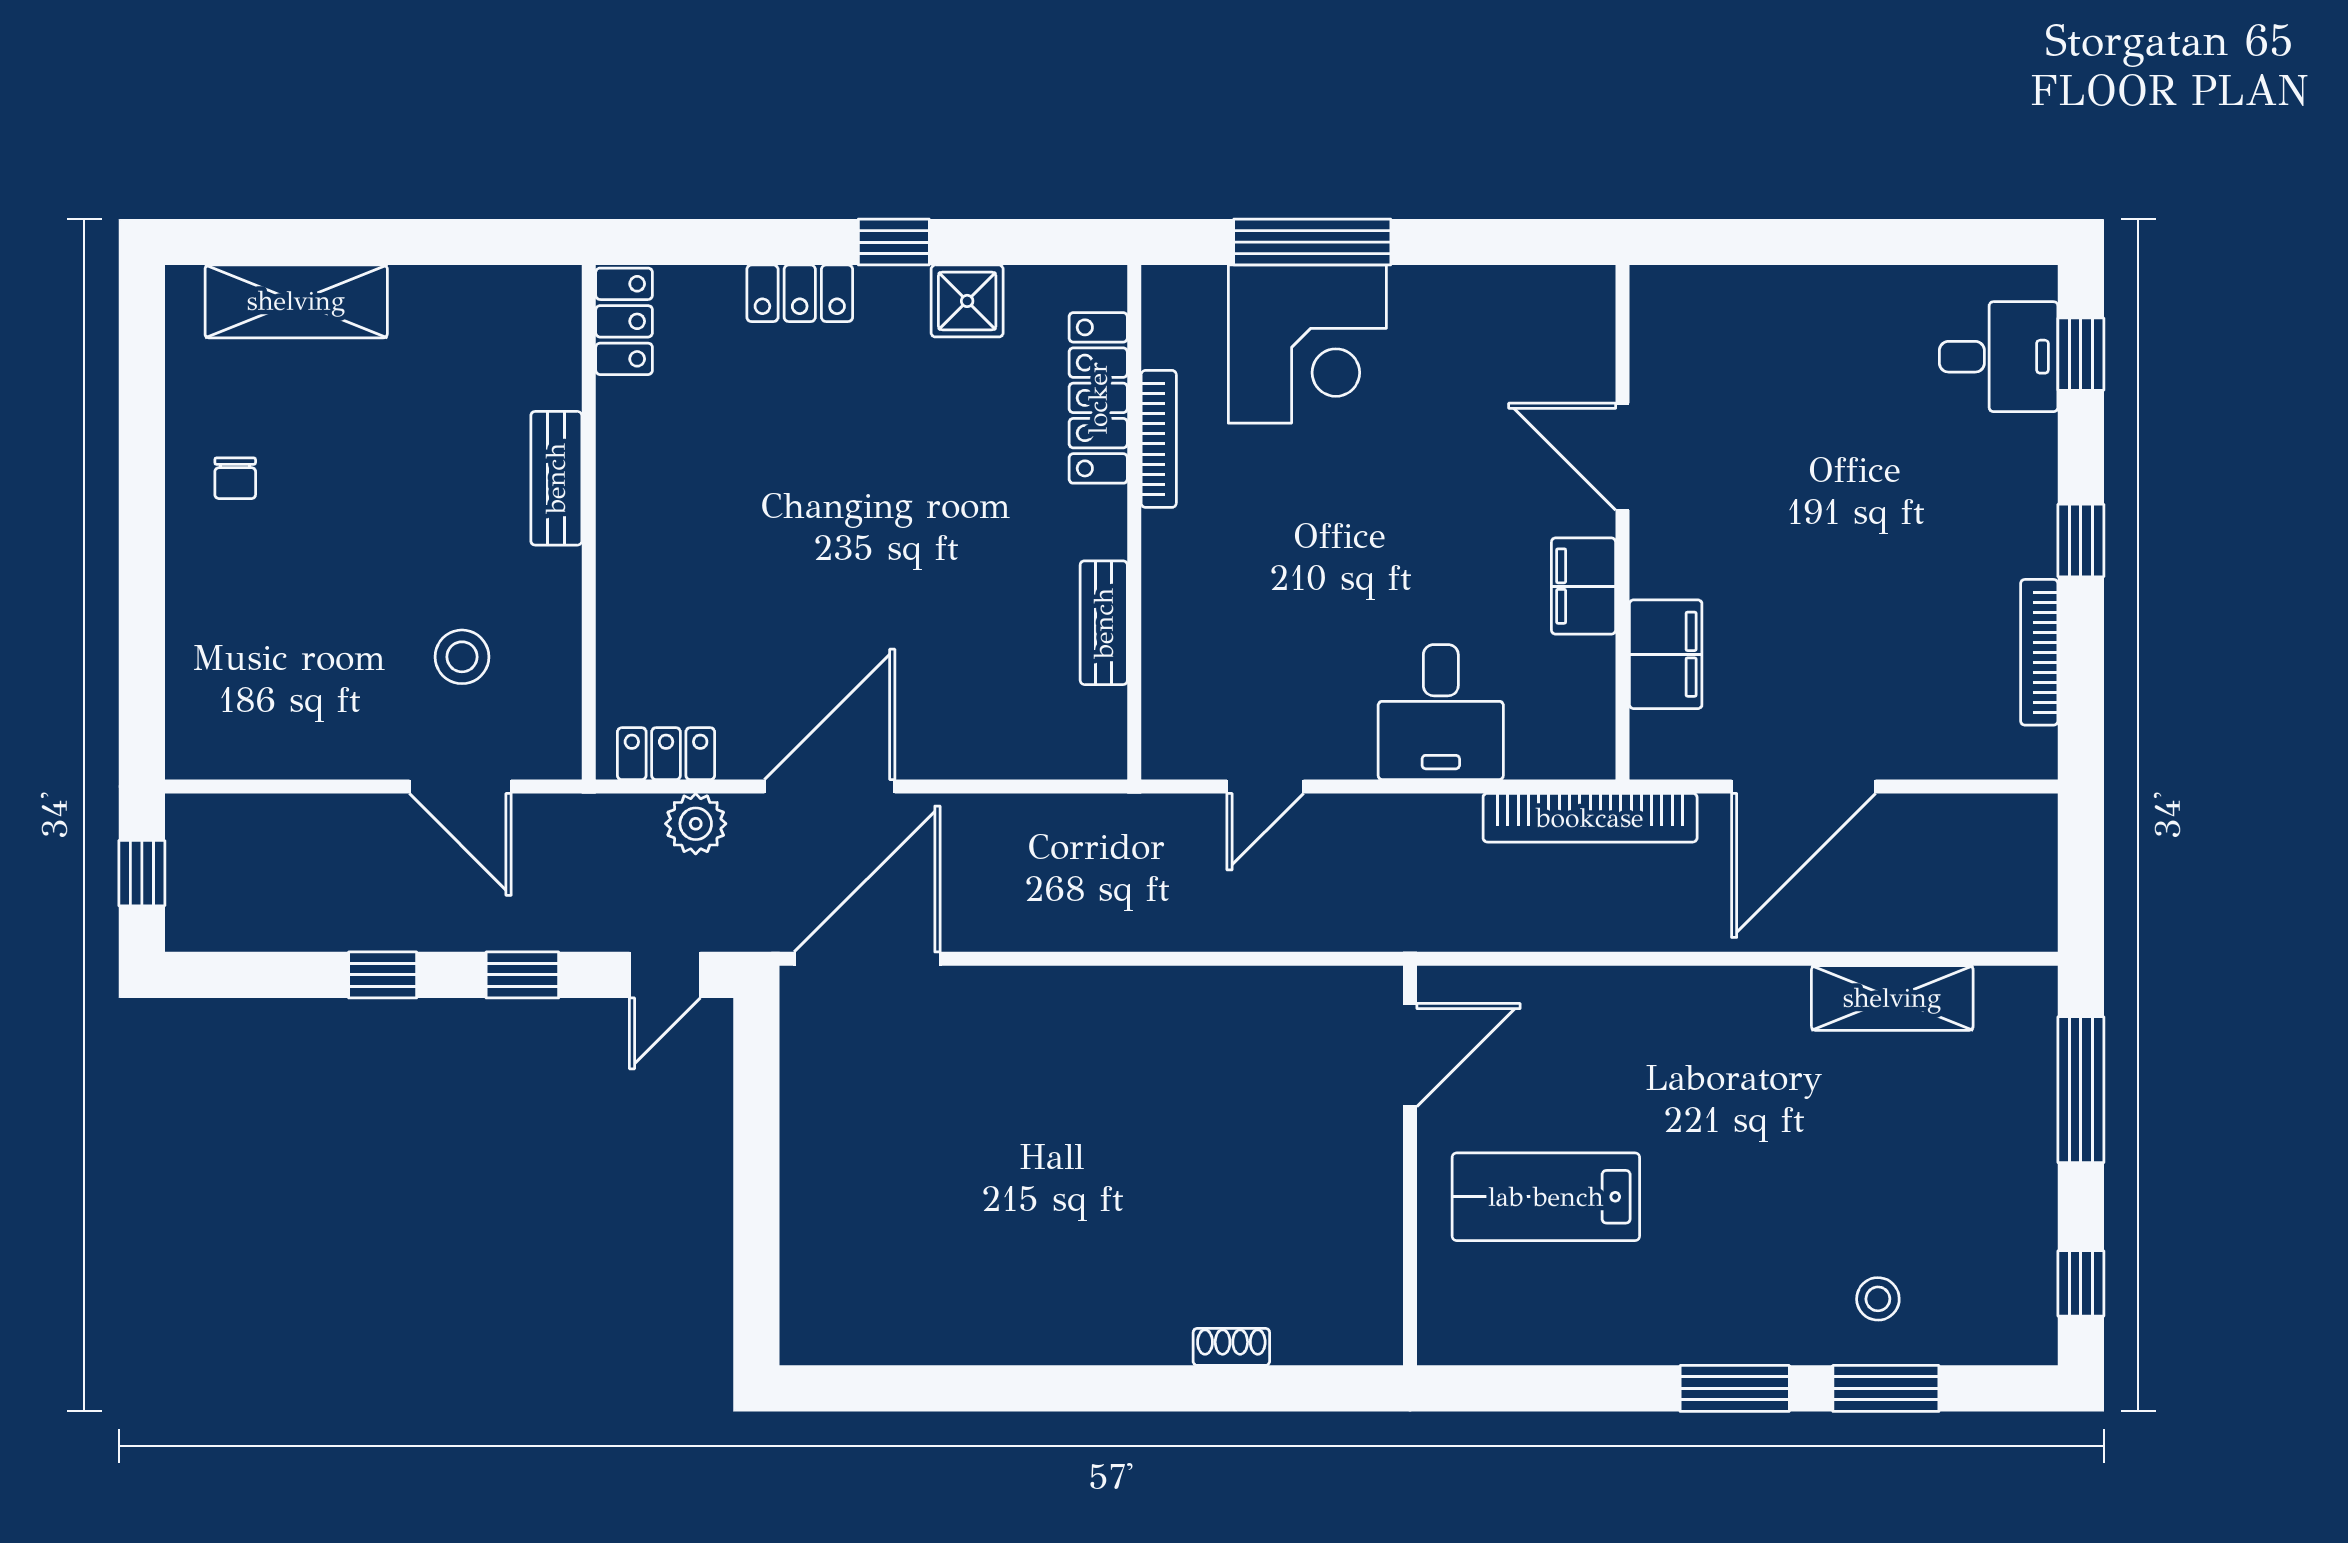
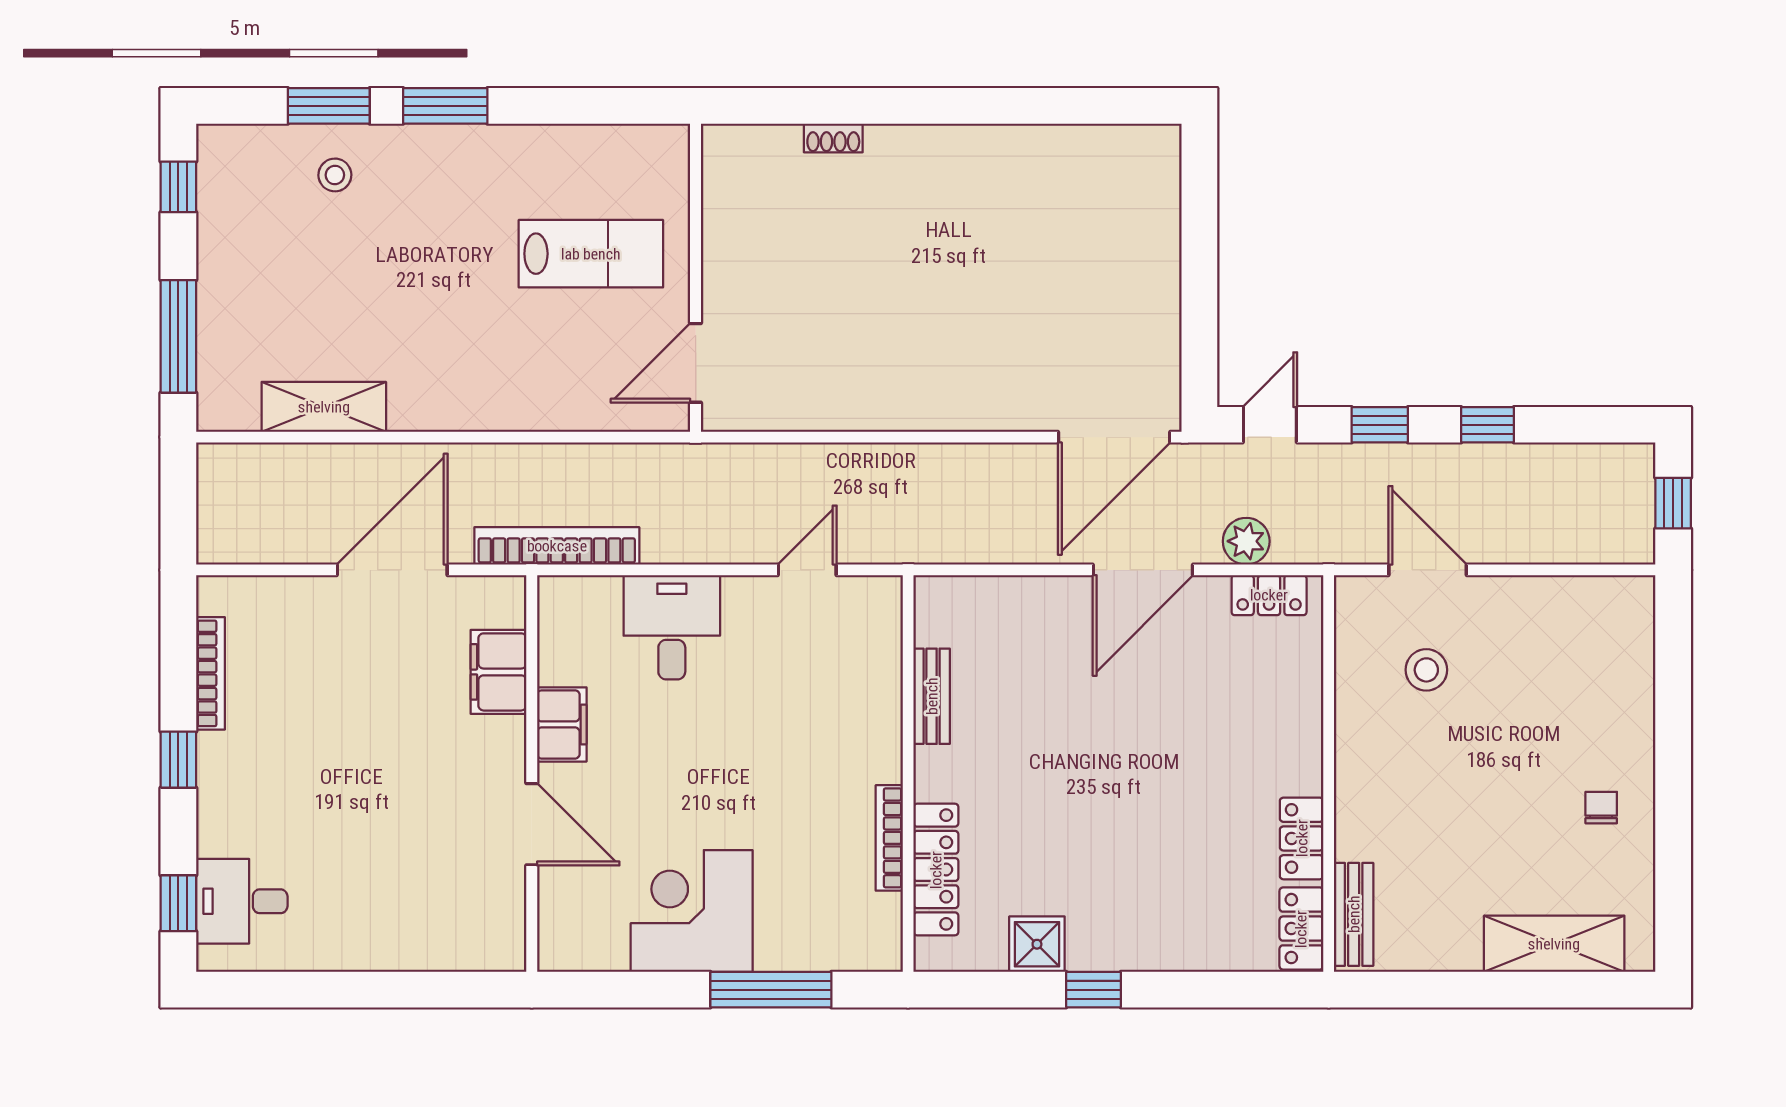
locker: (800, 293) -> (1302, 838), moved, turned -90
corner desk: (1307, 344) -> (692, 911), moved
bench: (556, 478) -> (1354, 914), moved

